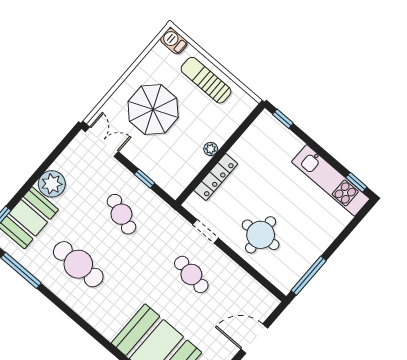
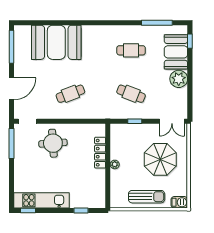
window: (283, 119) -> (81, 210), moved
doorway: (206, 231) -> (27, 121), moved
cafe table: (78, 264) -> (131, 50), width x0.73, depth x0.74
cafe table: (191, 274) -> (70, 94), turned -30

